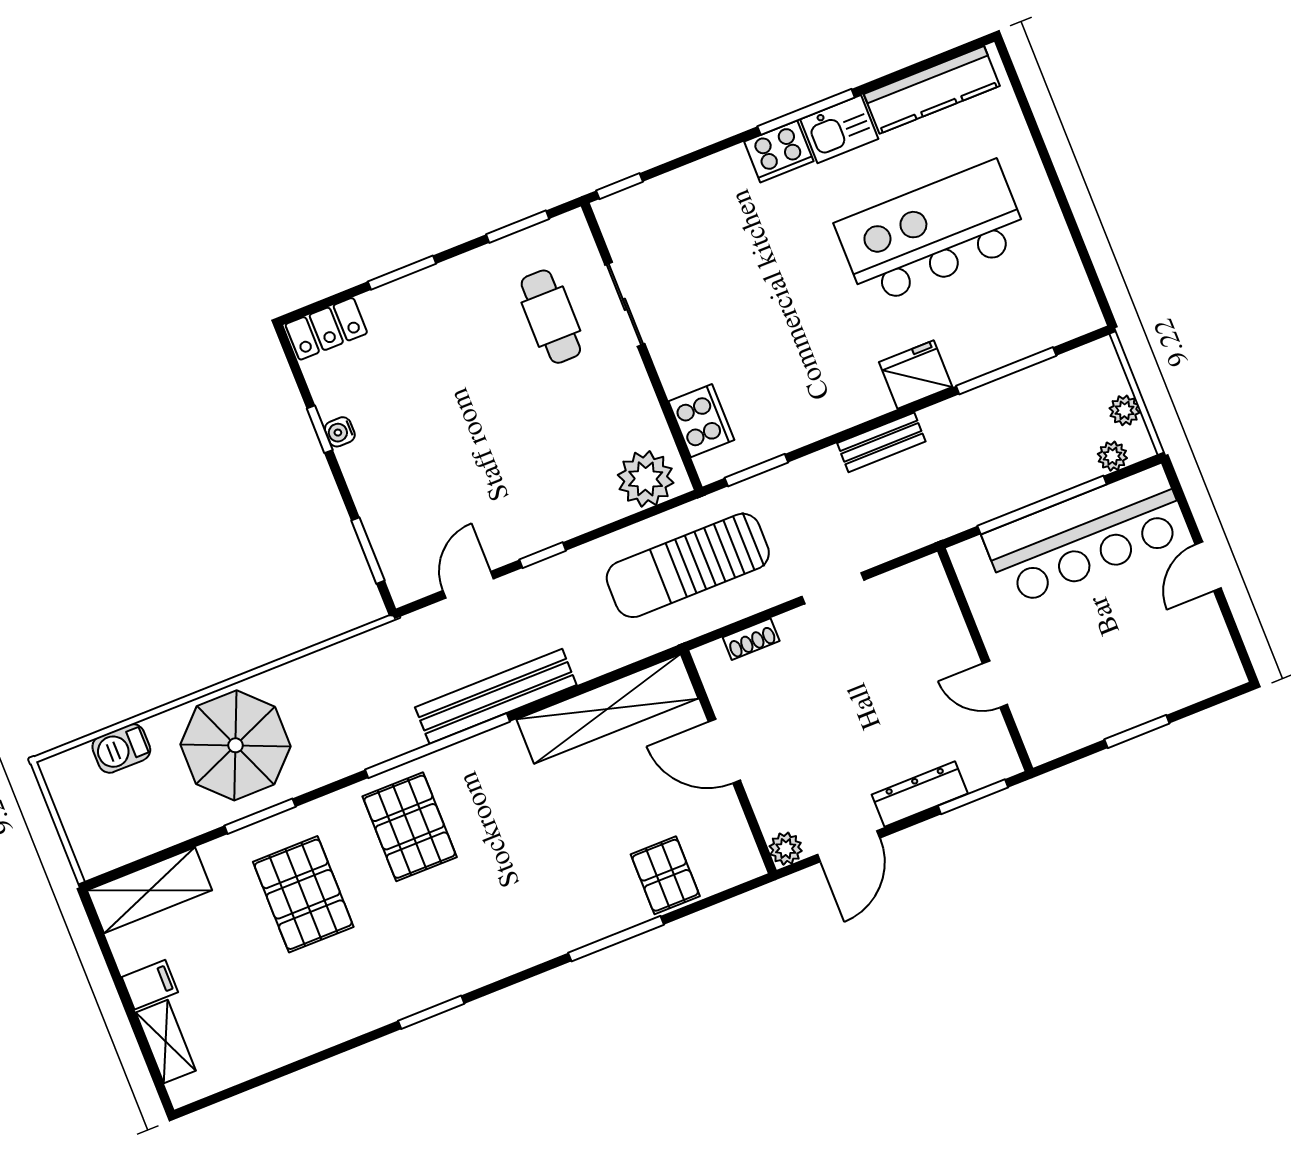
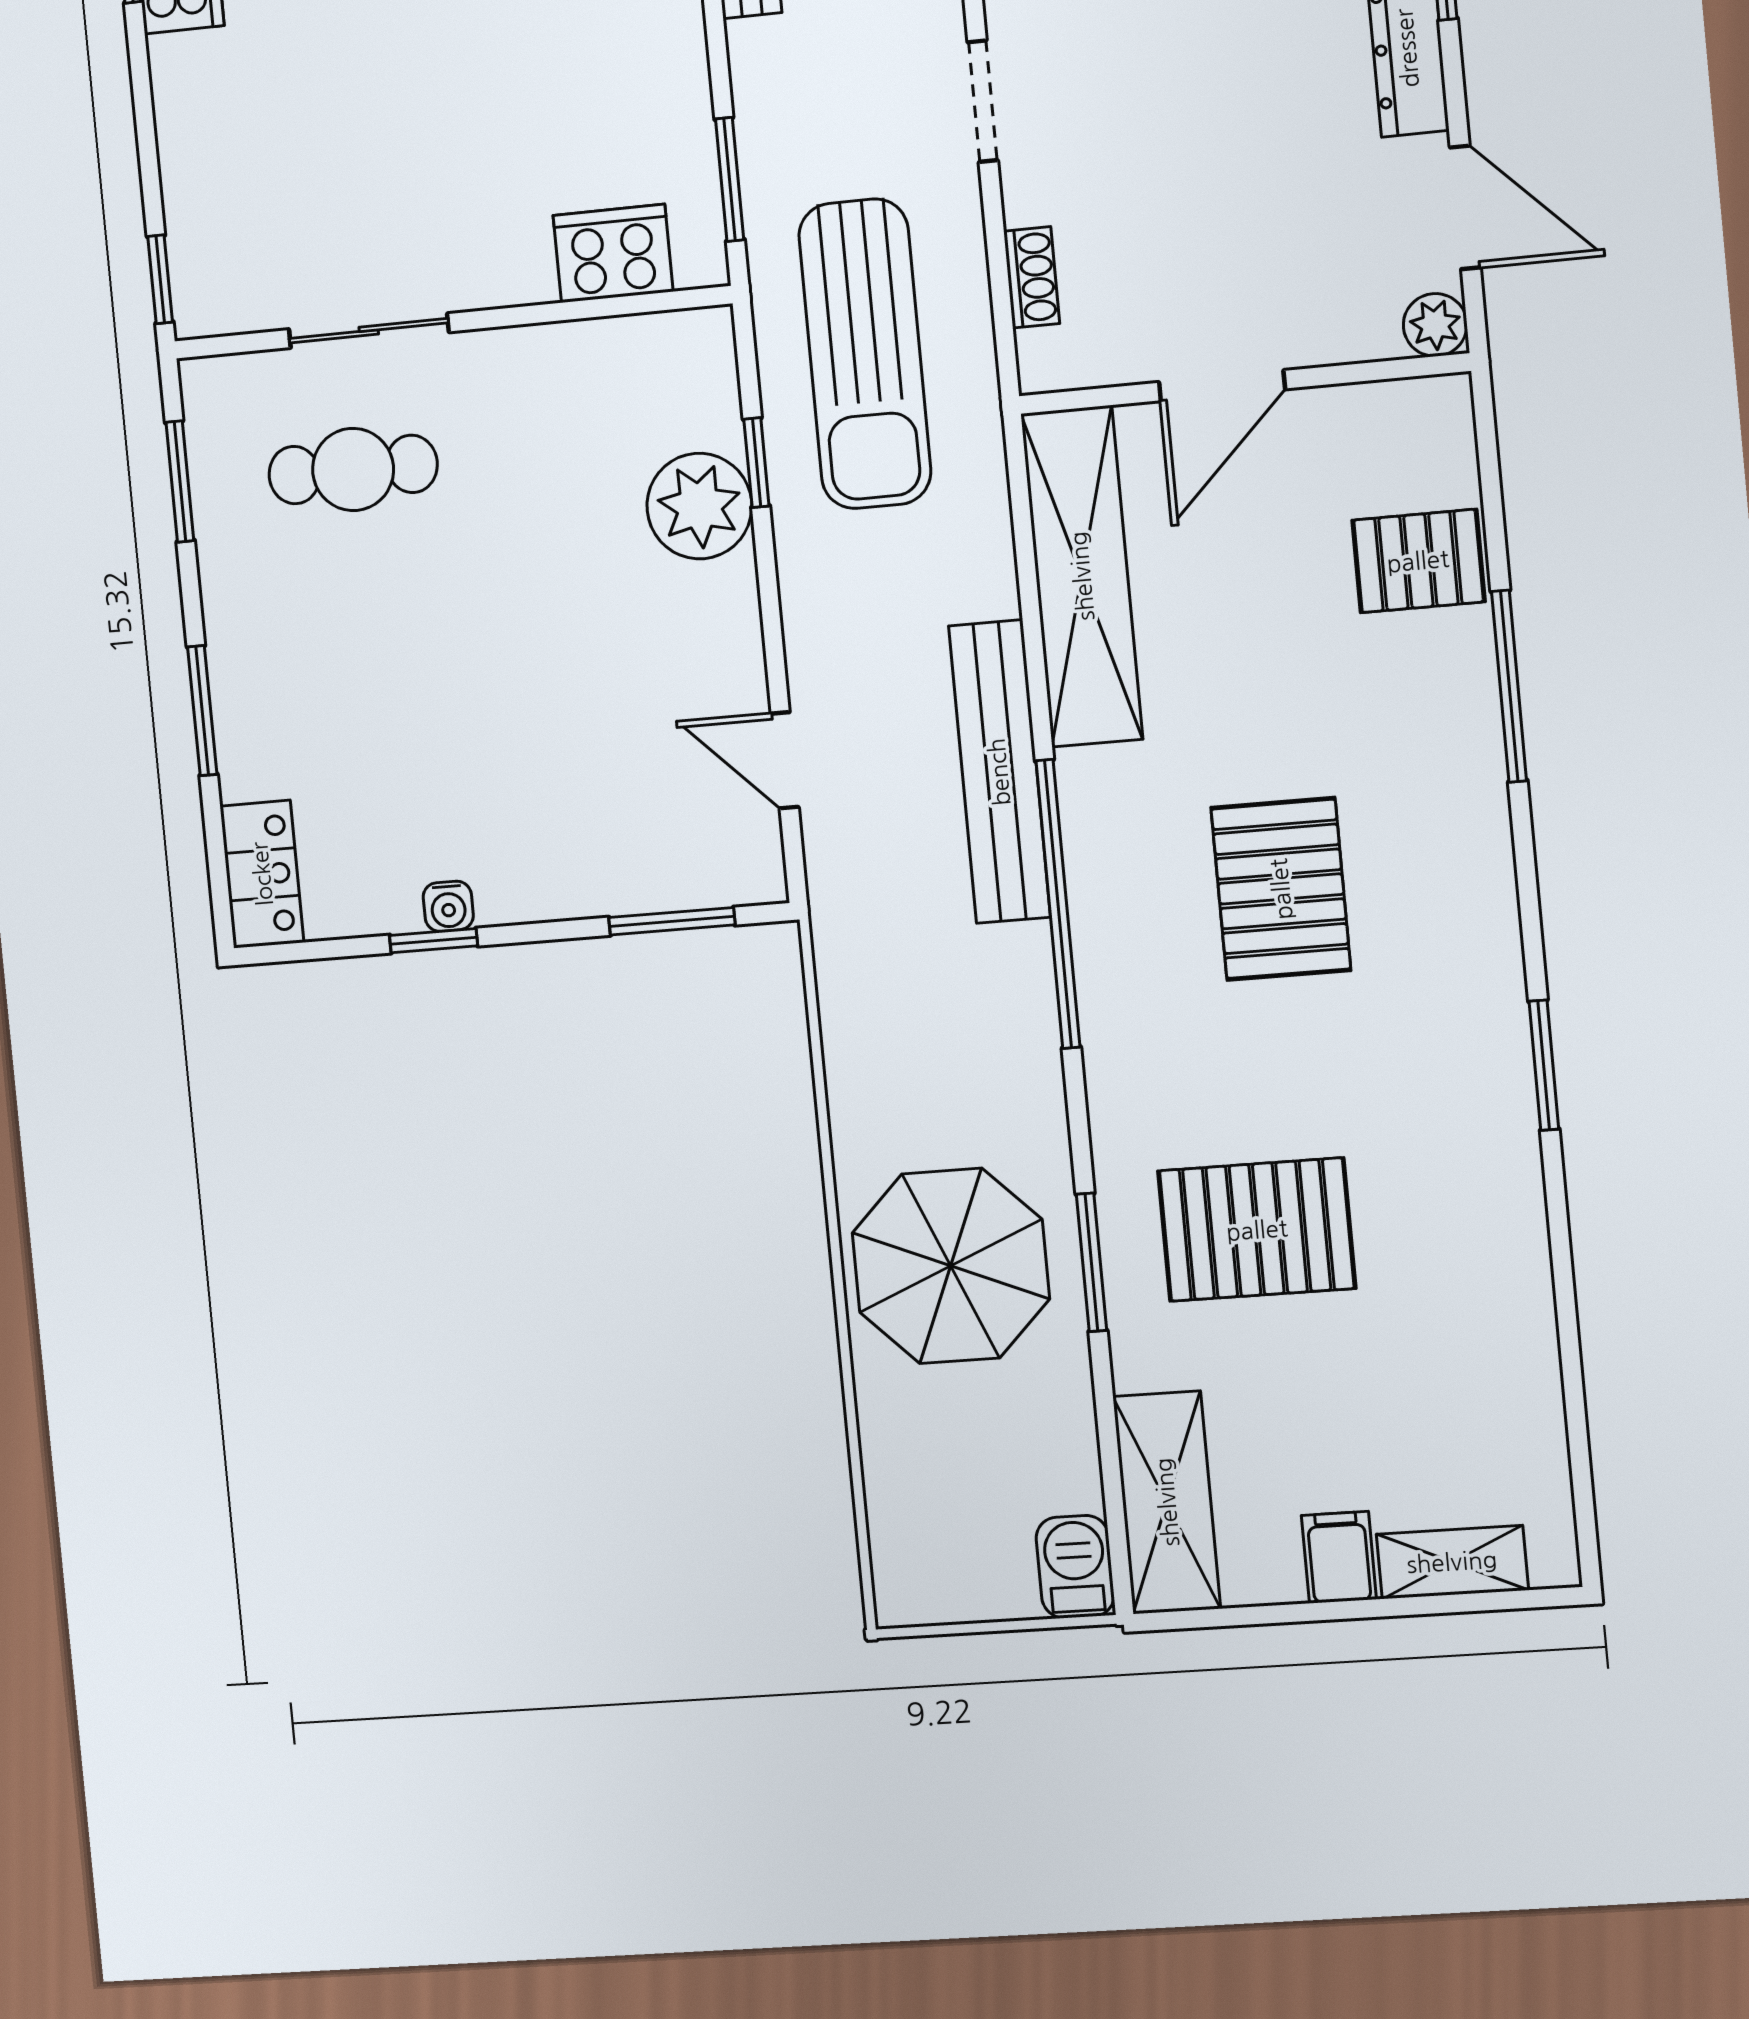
plant: (646, 479) -> (699, 506), moved
window: (543, 555) -> (756, 463), moved
barbecue: (121, 748) -> (1075, 1567), moved, turned 180
pallet: (410, 827) -> (1281, 889), moved, turned 90

